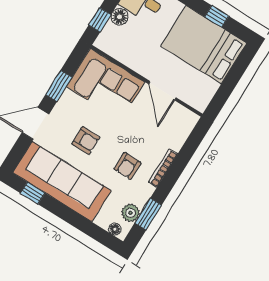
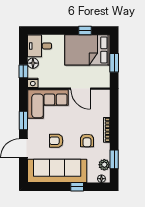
nightstand: (103, 43) -> (33, 83), added
window: (229, 84) -> (114, 63), added
armchair: (86, 140) -> (56, 141), turned 180
window: (33, 193) -> (77, 187), moved

